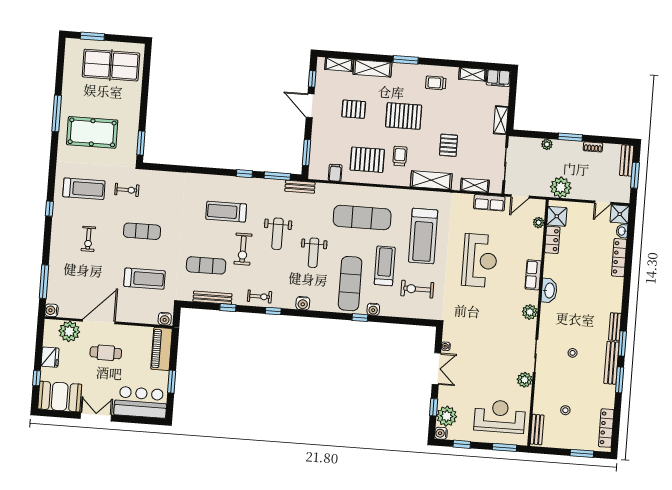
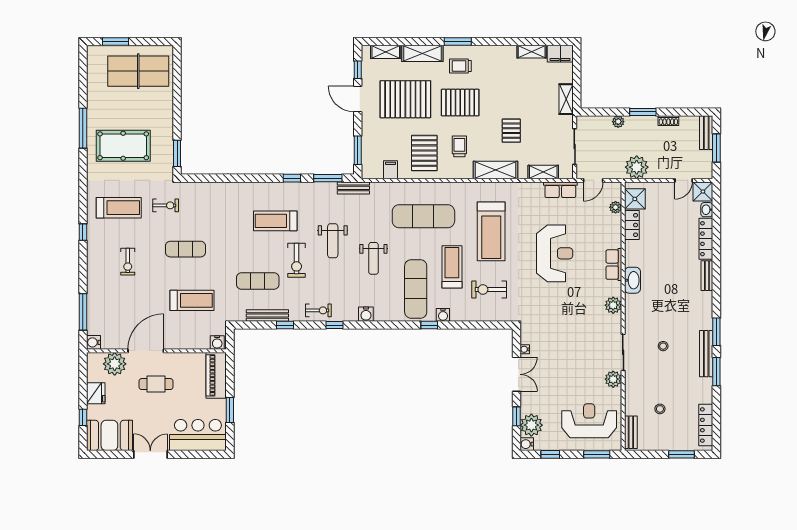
trolley: (436, 83) -> (460, 66), moved
pallet: (354, 109) -> (405, 99), width x2.05, depth x2.00
pallet: (367, 160) -> (424, 153), turned 90
bench: (615, 327) -> (707, 276), moved

